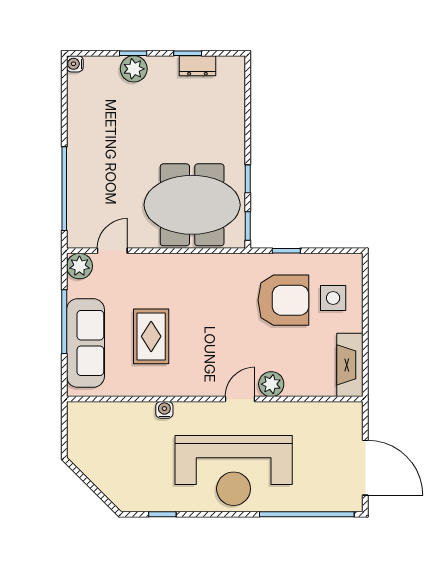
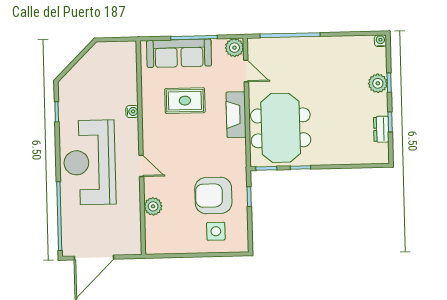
armchair: (283, 300) -> (213, 195), turned 90
fireplace: (350, 365) -> (236, 115), moved, turned -90
plant: (271, 384) -> (153, 206), moved

